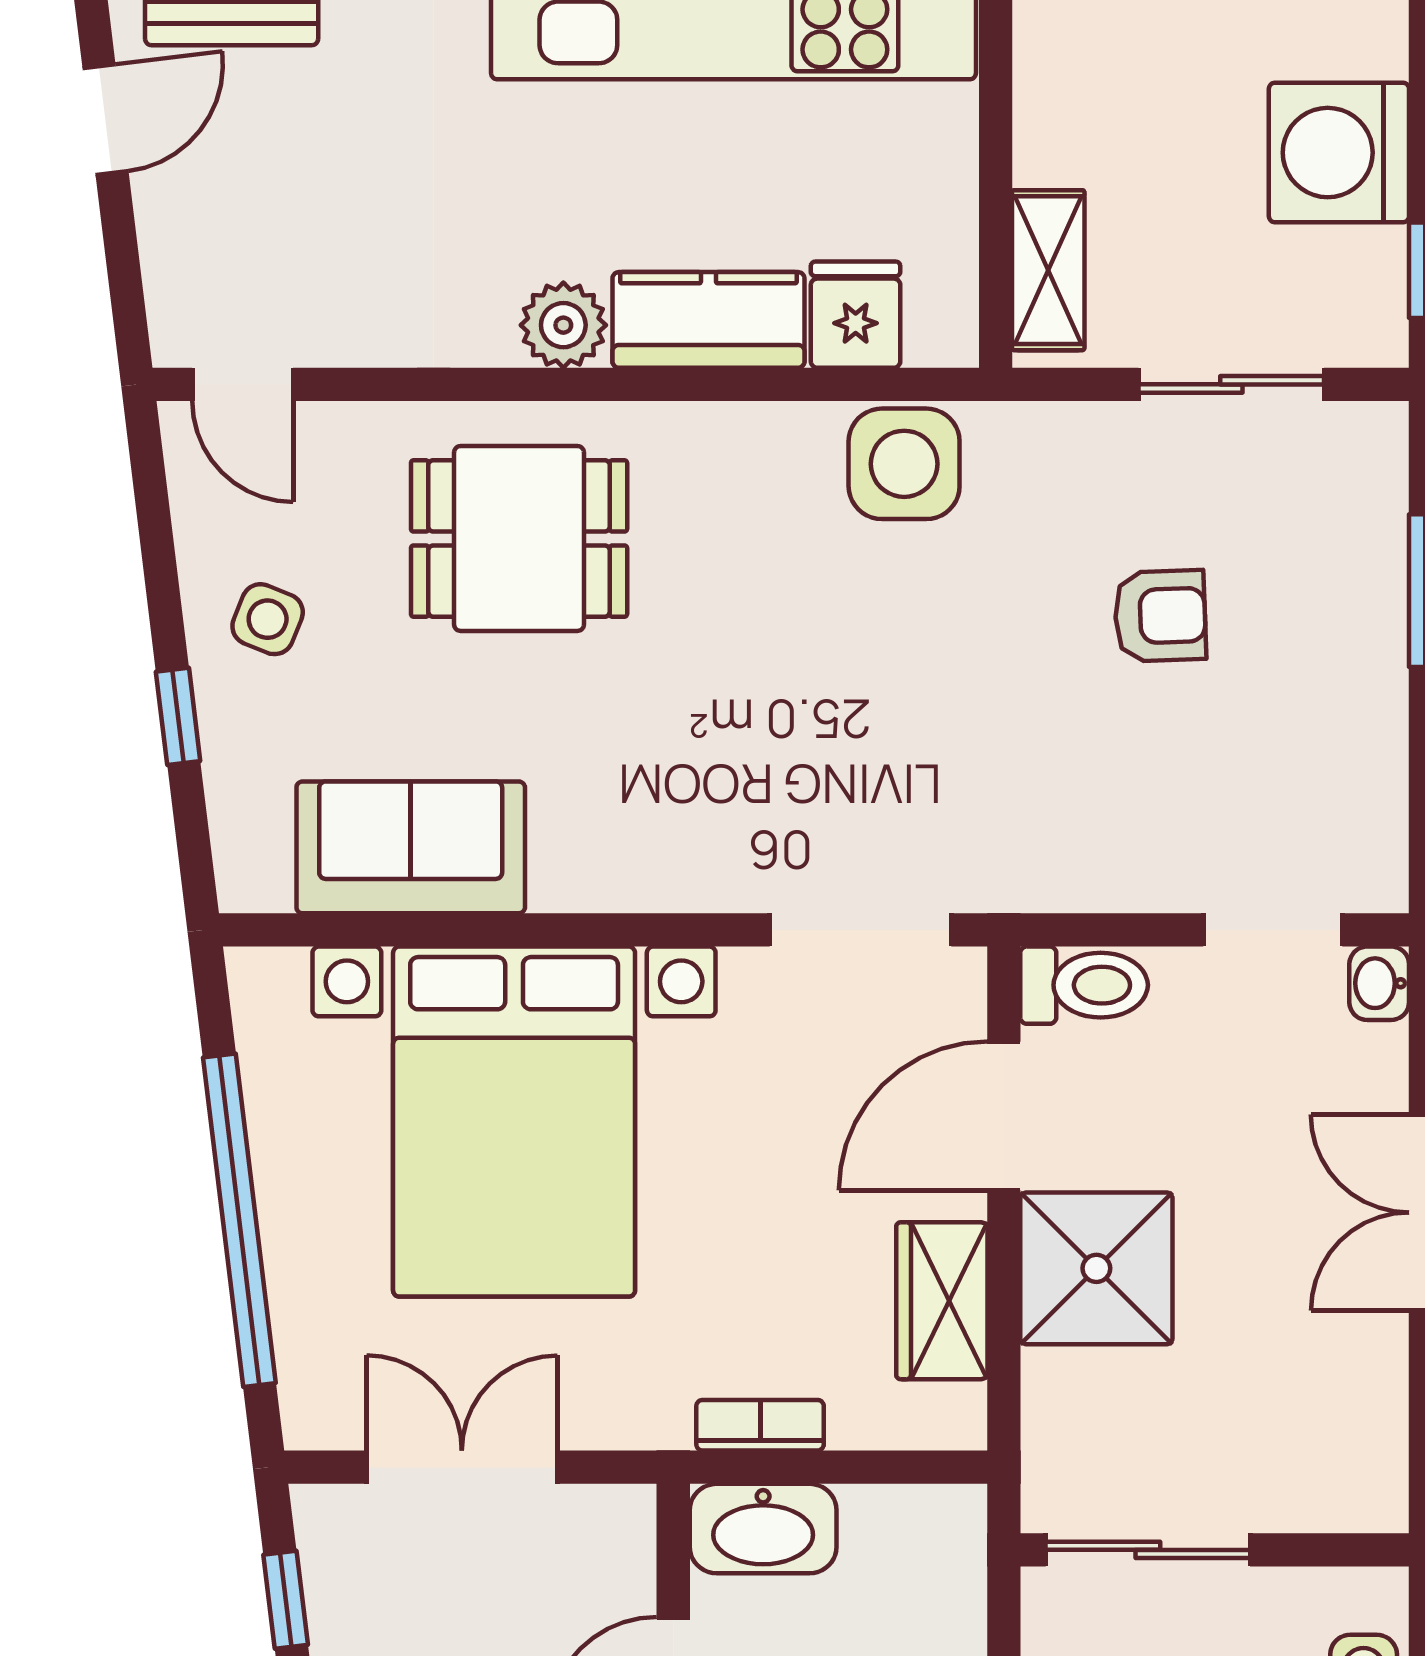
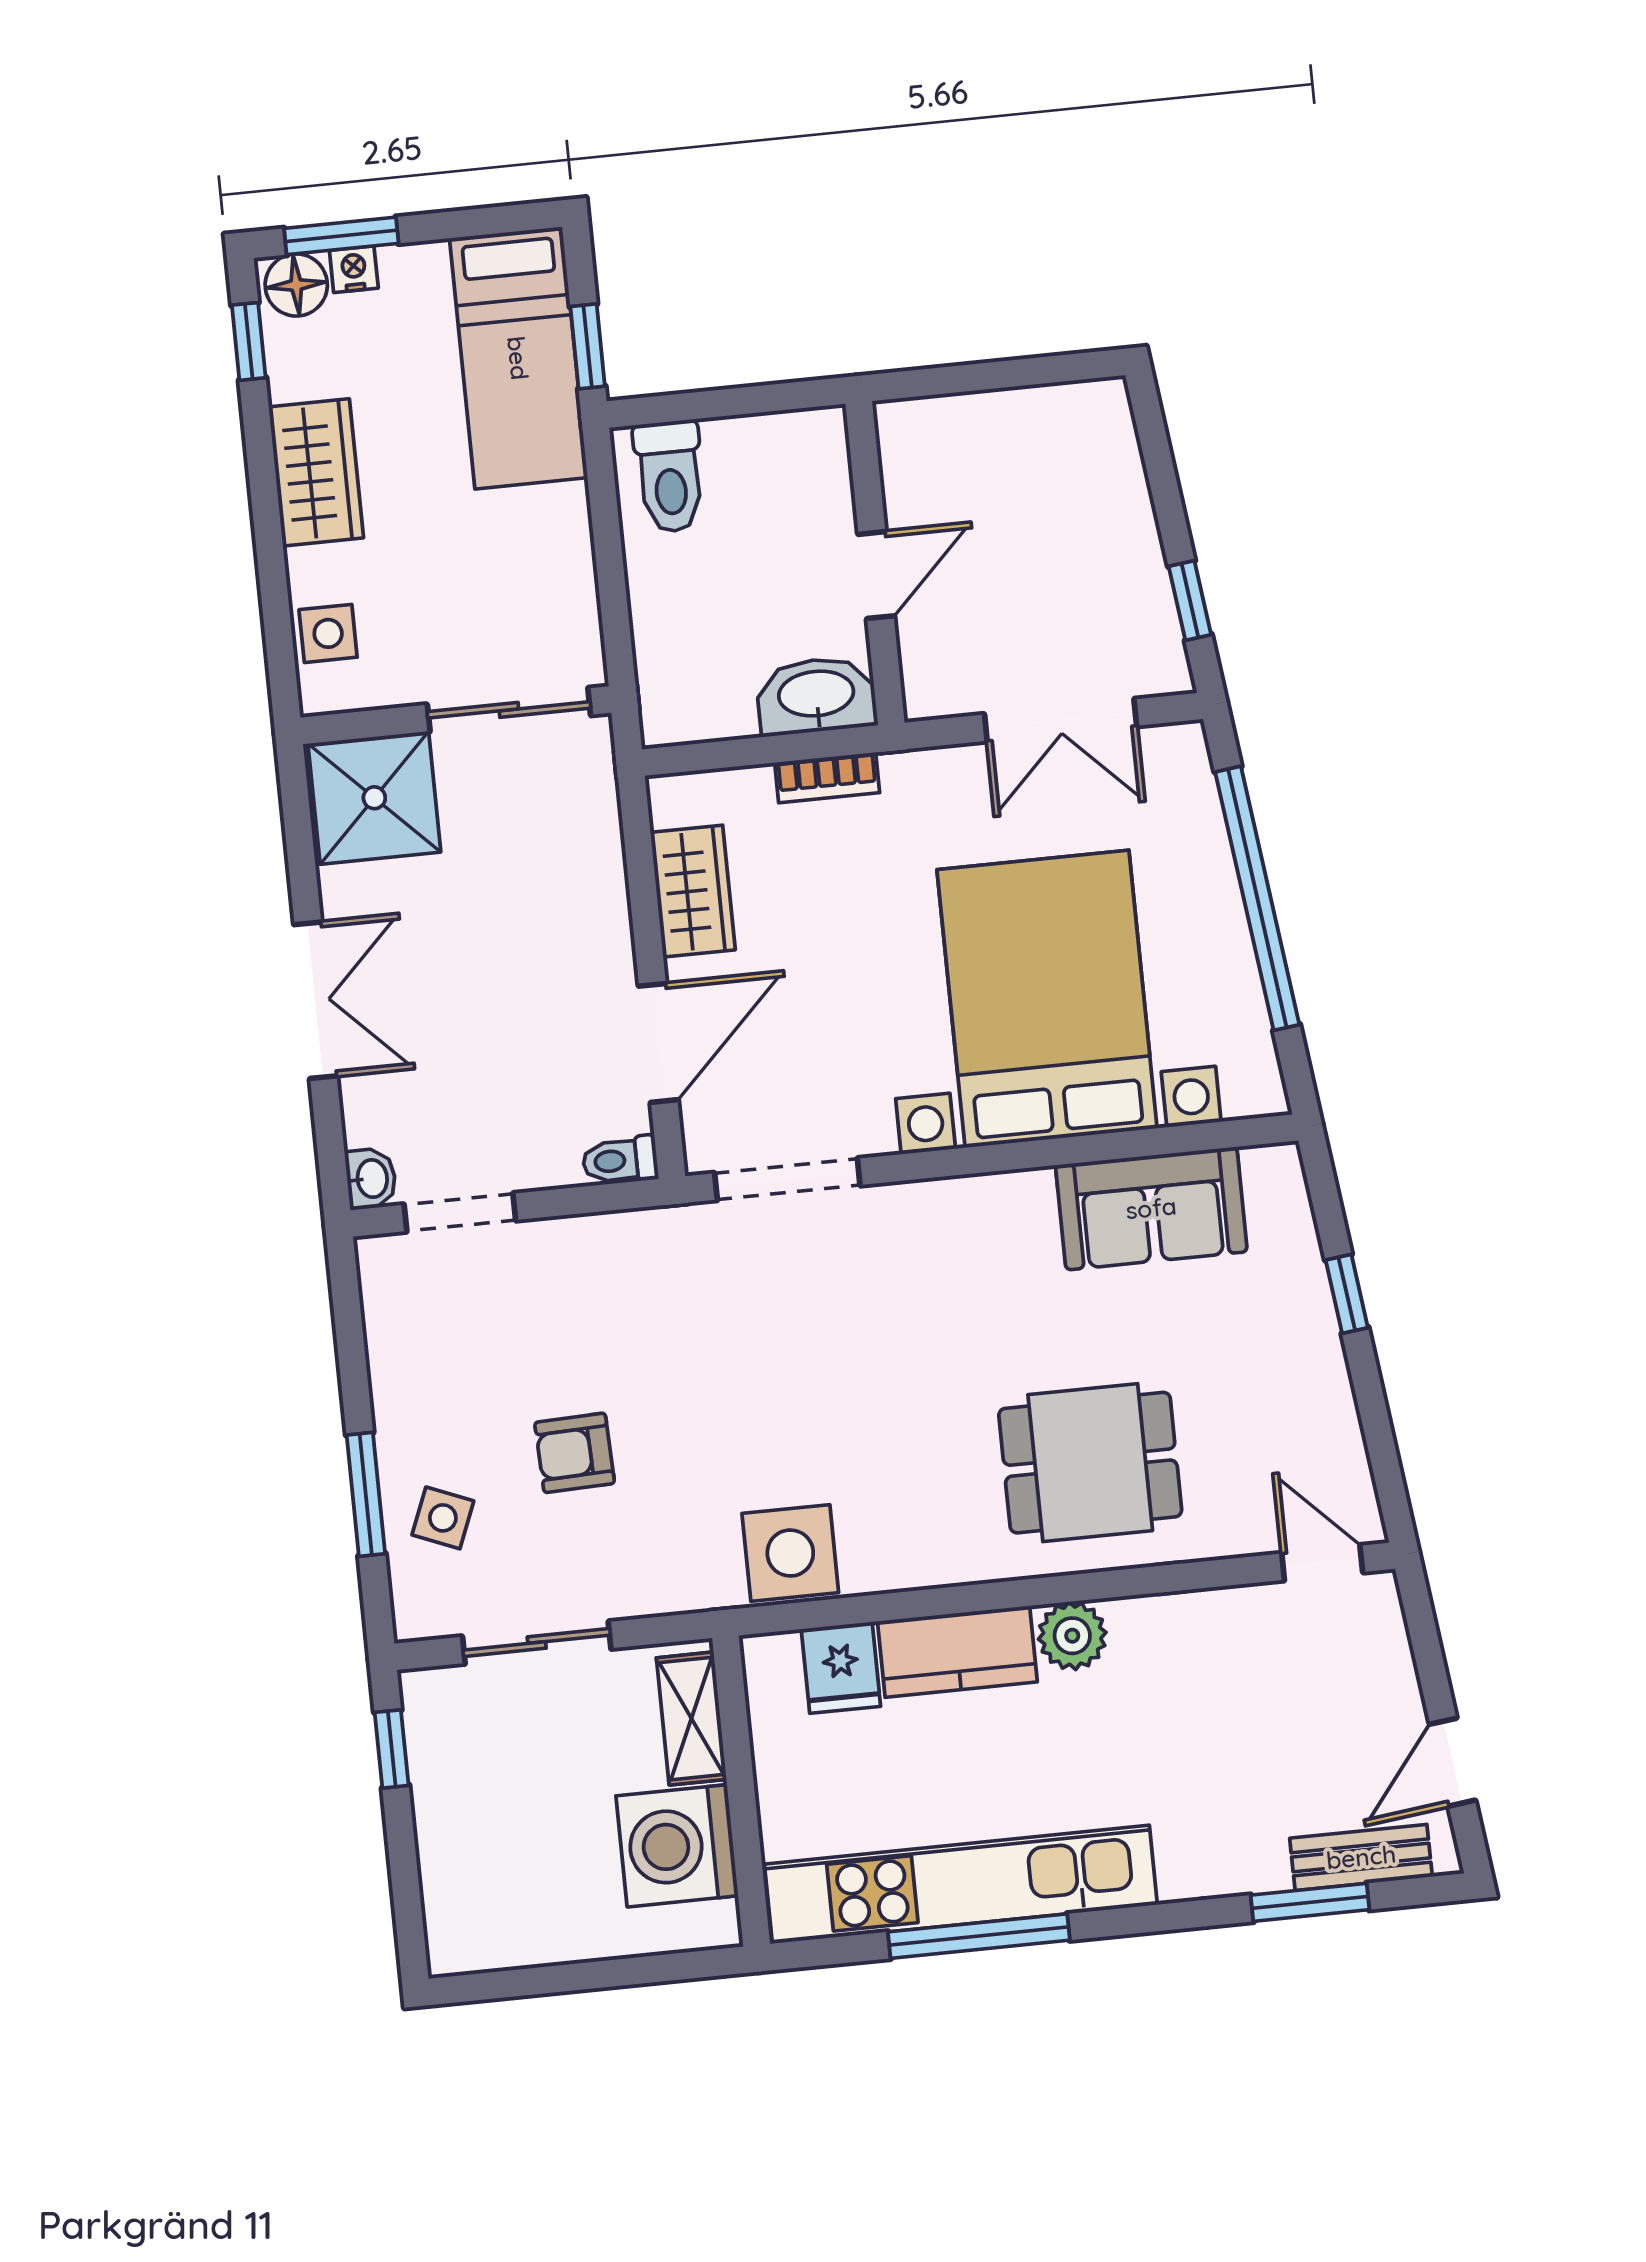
washing machine: (1339, 153) -> (677, 1846), moved, turned 180
side table: (268, 619) -> (443, 1518), moved
toilet: (1084, 985) -> (620, 1160), width x0.73, depth x0.72
shower: (1096, 1268) -> (374, 798), moved

